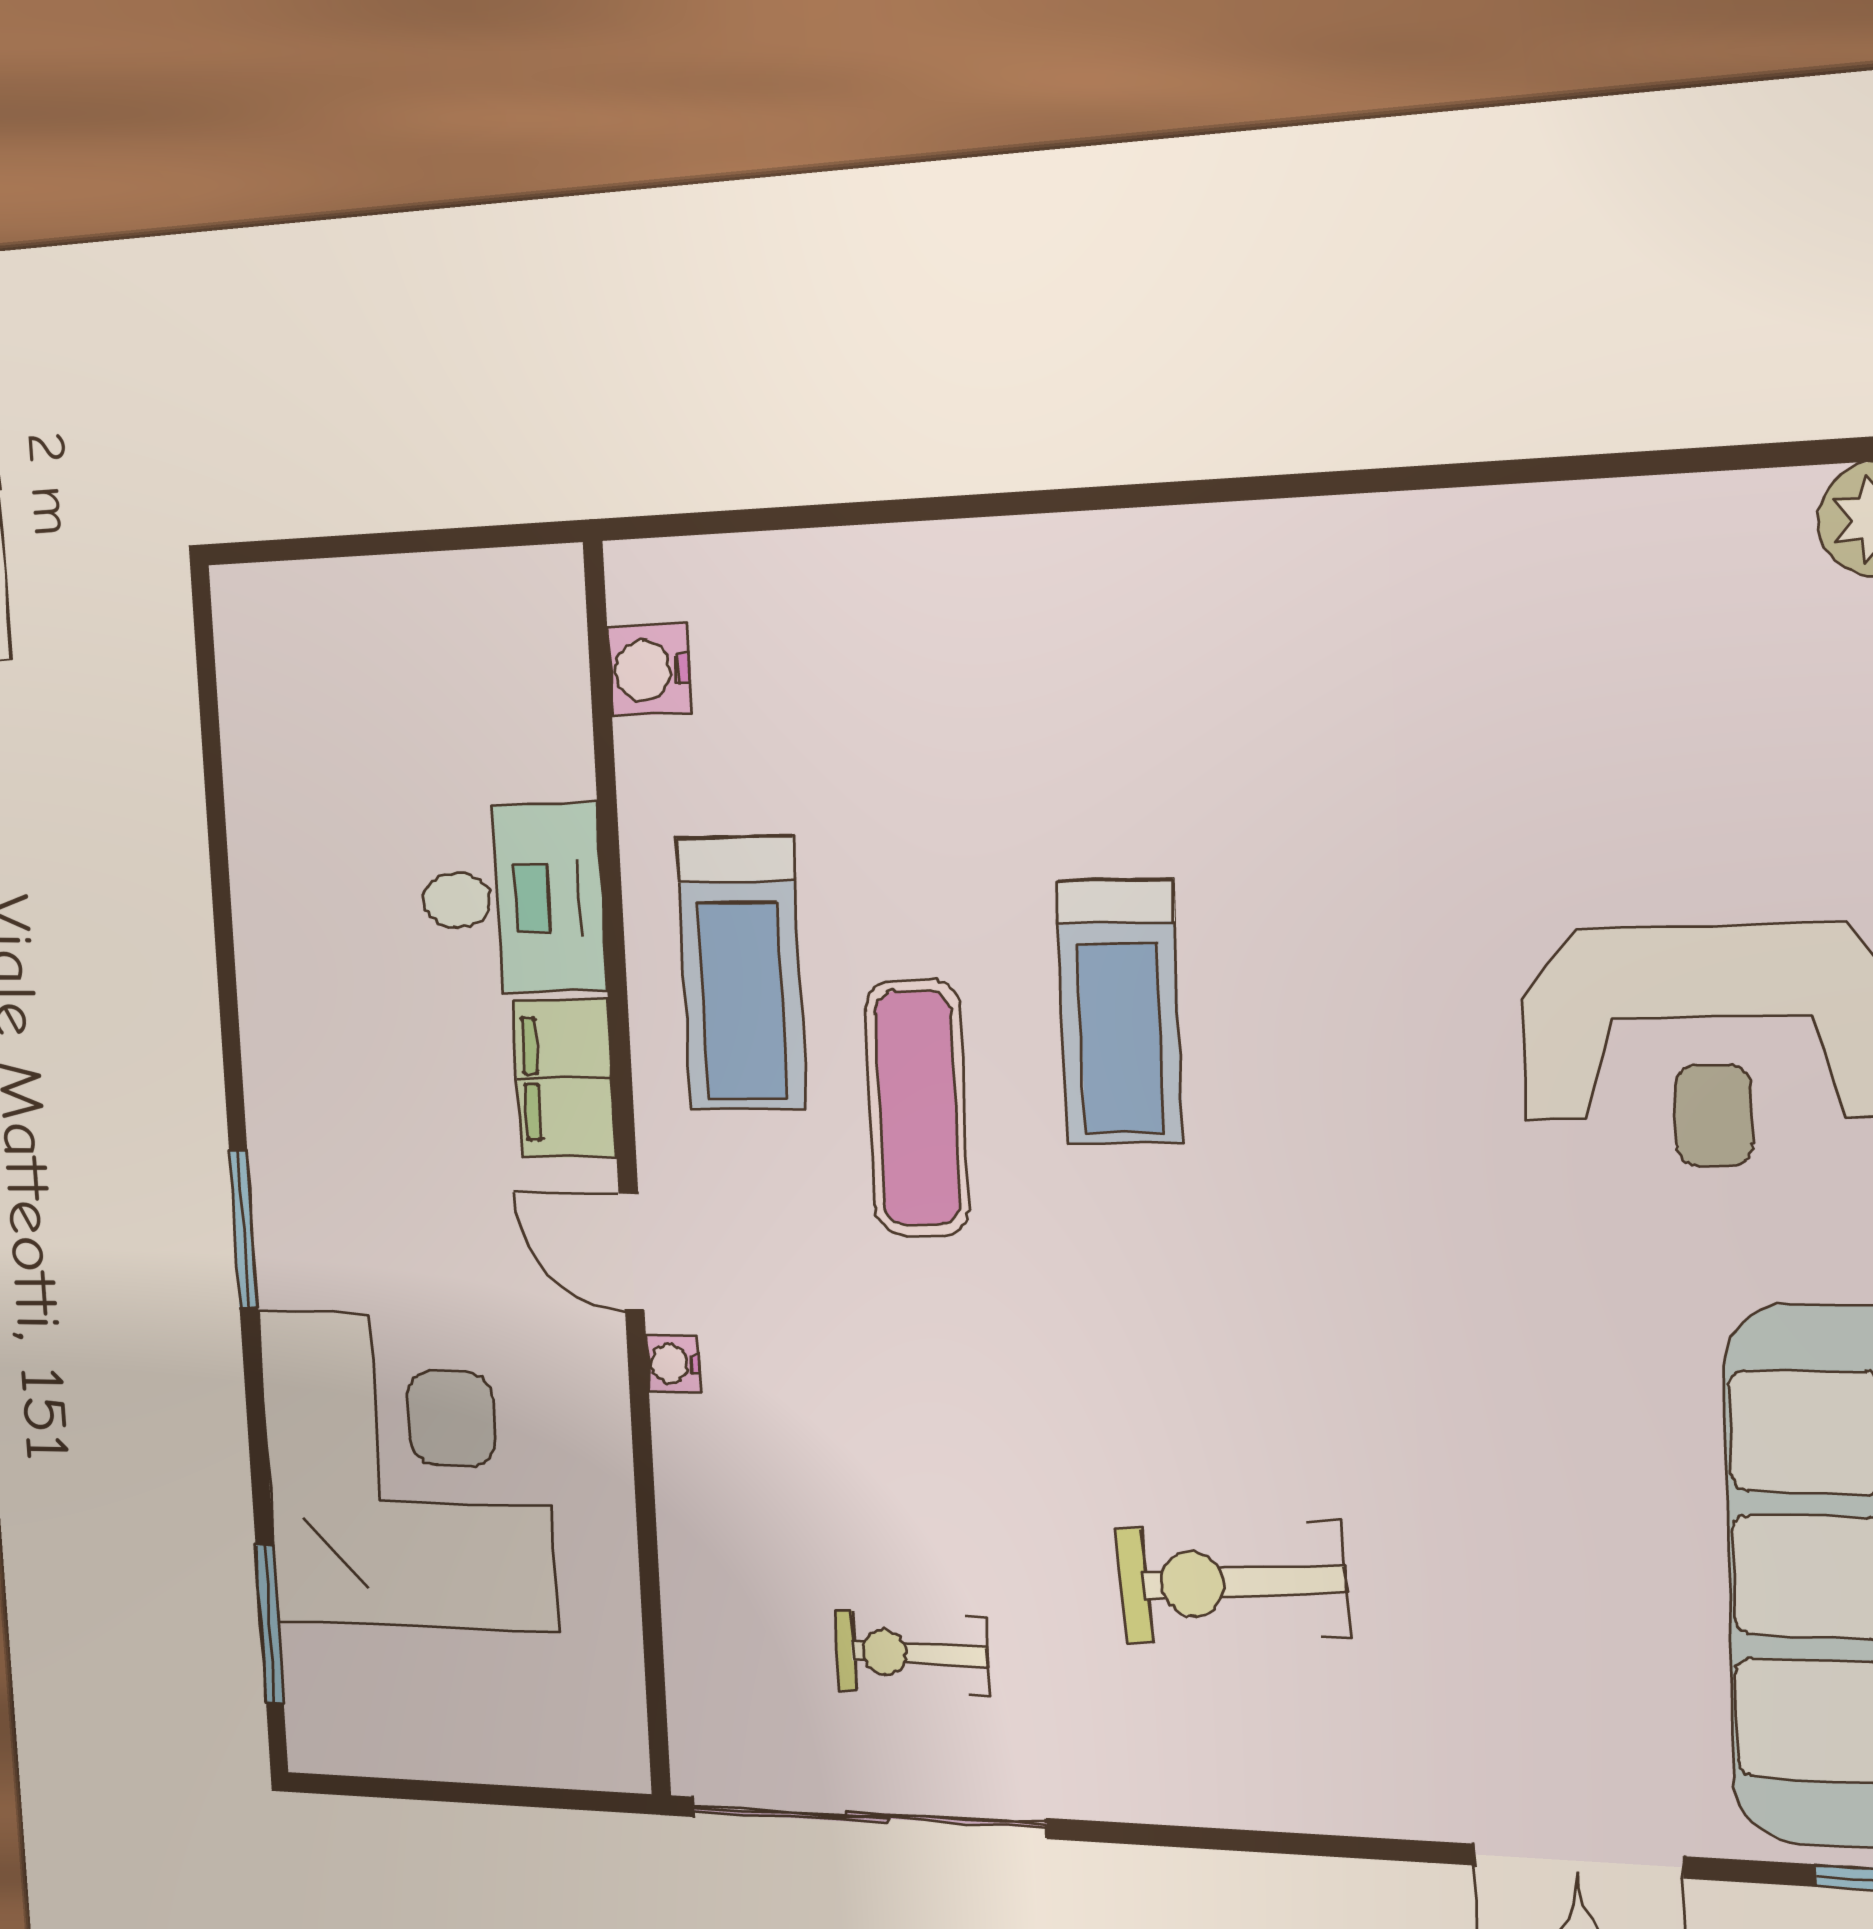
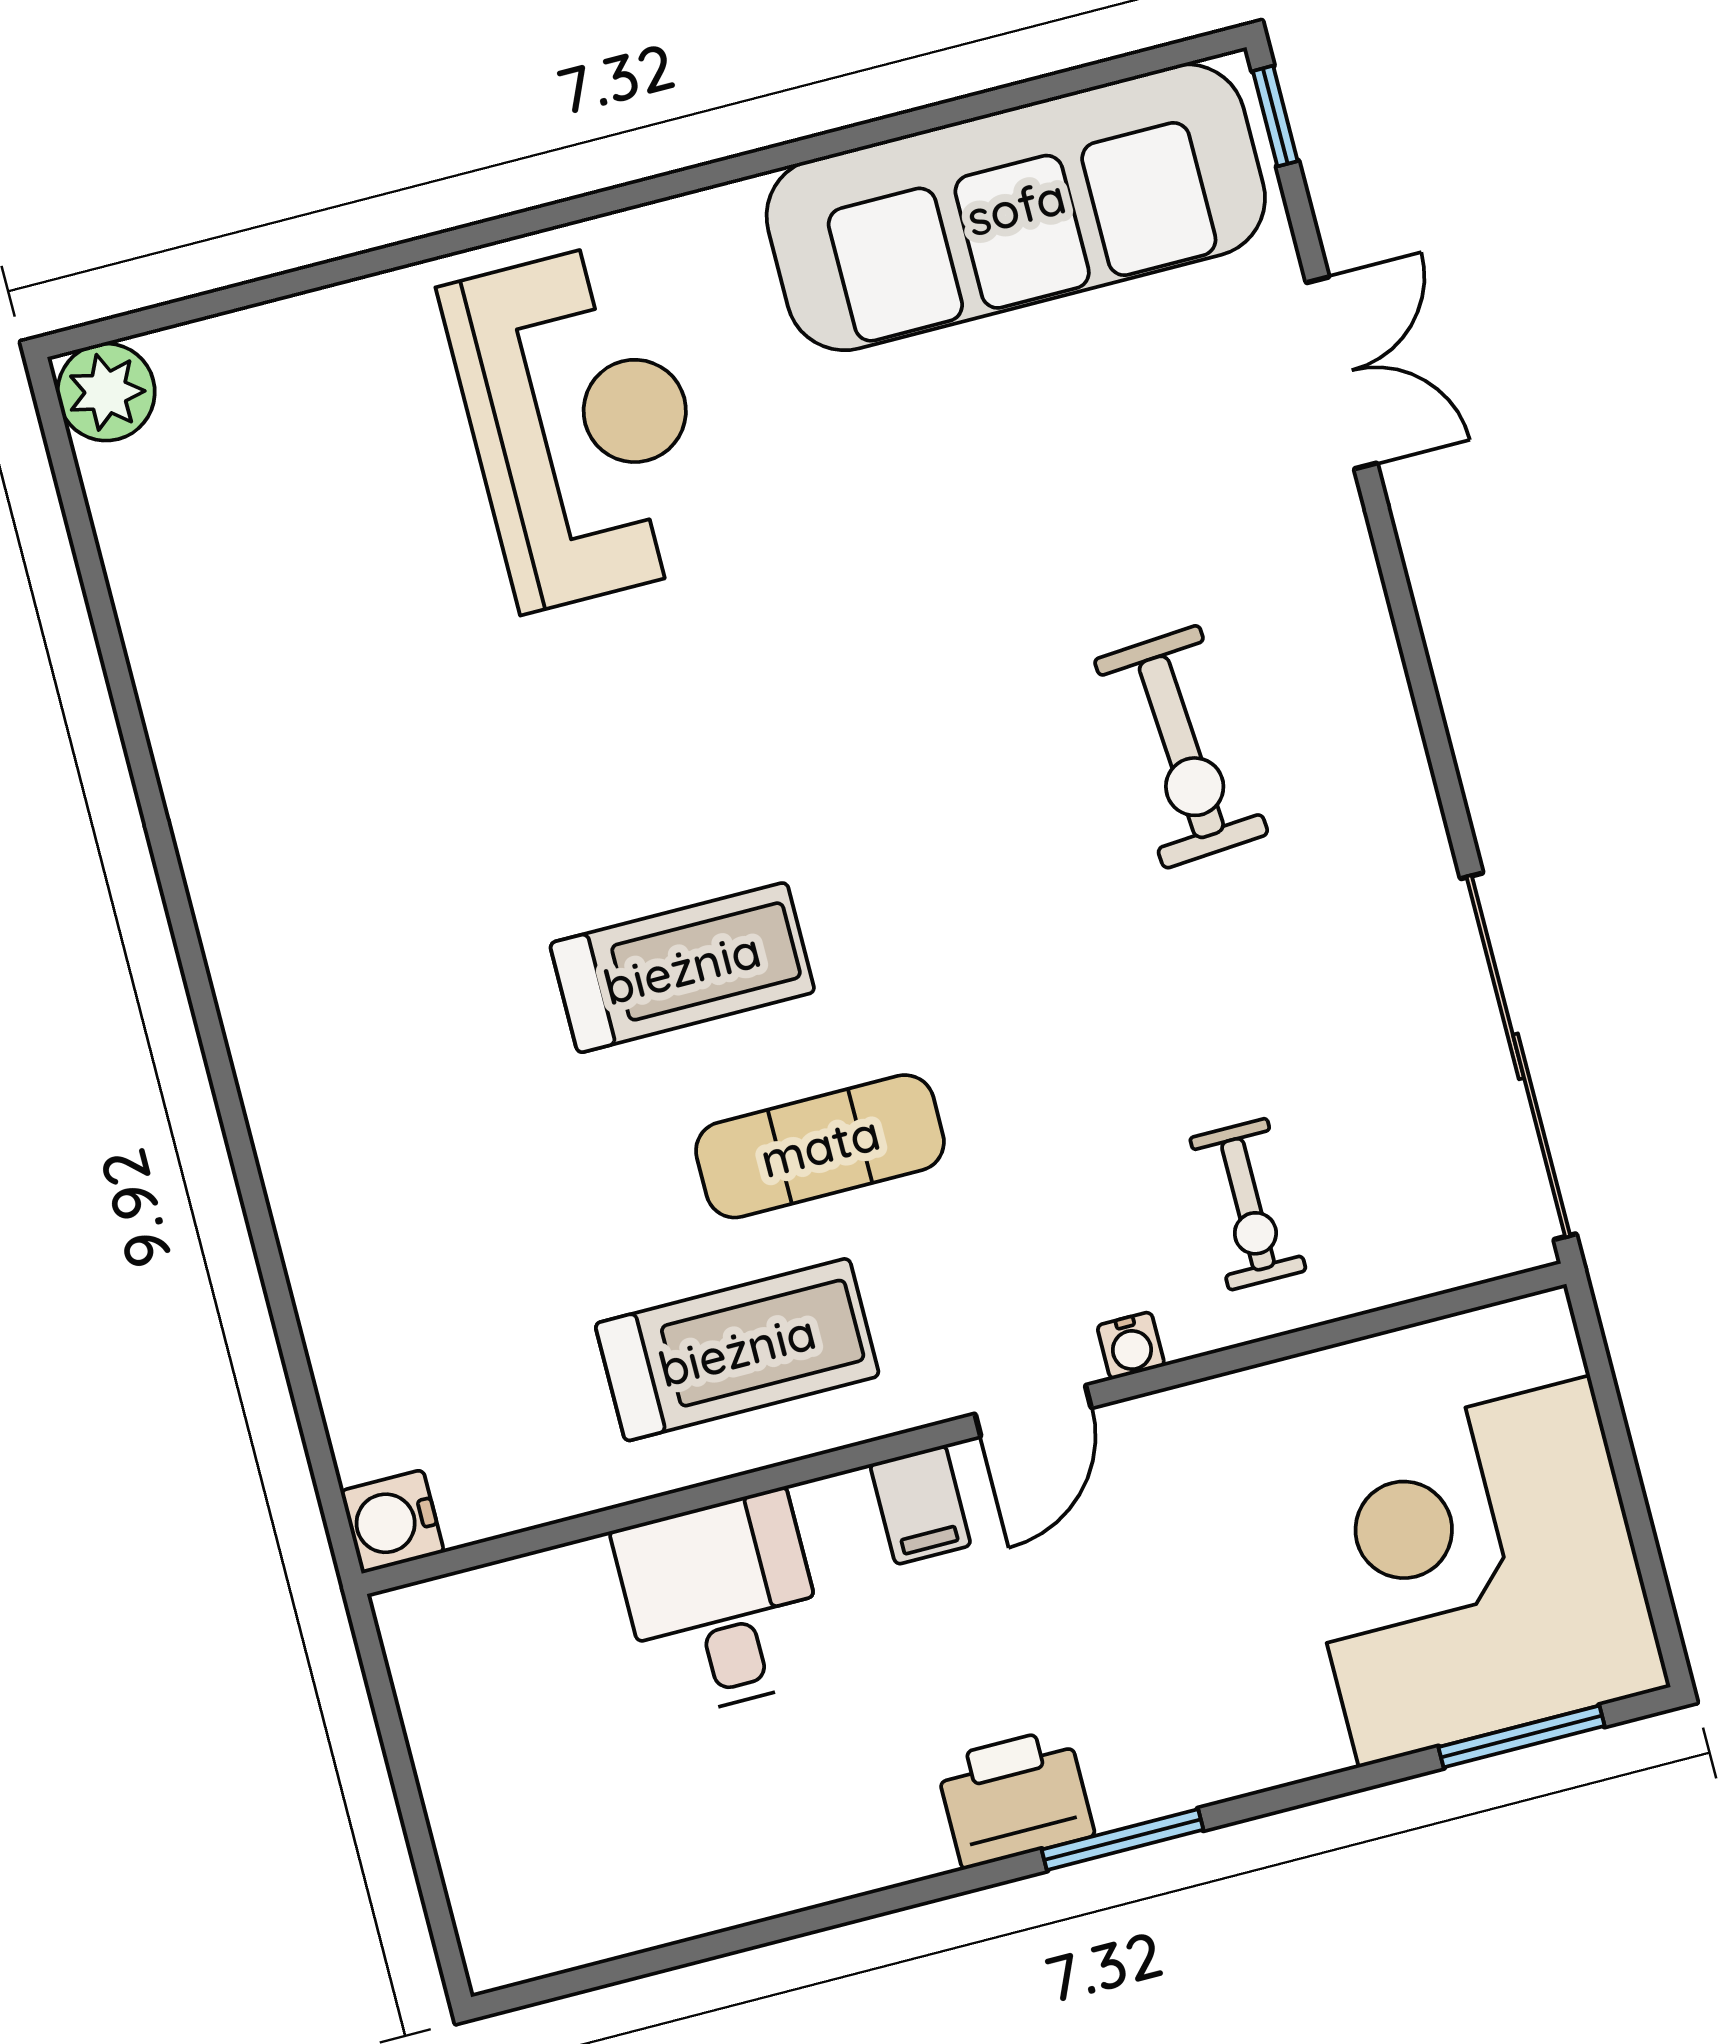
water cooler: (650, 670) -> (392, 1522), moved, turned 90
filing cabinet: (564, 1078) -> (920, 1505), width x0.50
printer: (295, 1137) -> (1015, 1798), added
corner desk: (407, 1471) -> (1474, 1571), moved
exercise bike: (912, 1653) -> (1248, 1204), moved

